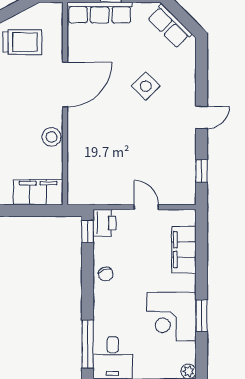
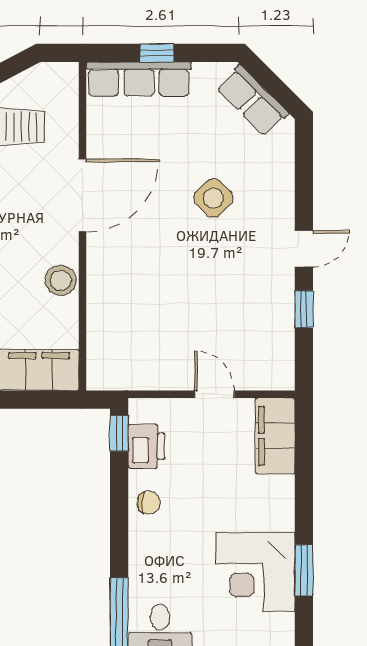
window: (202, 171) -> (304, 309), moved
printer: (104, 223) -> (146, 446), moved
filing cabinet: (184, 250) -> (275, 436), moved
chair: (106, 274) -> (149, 503), turned -72

